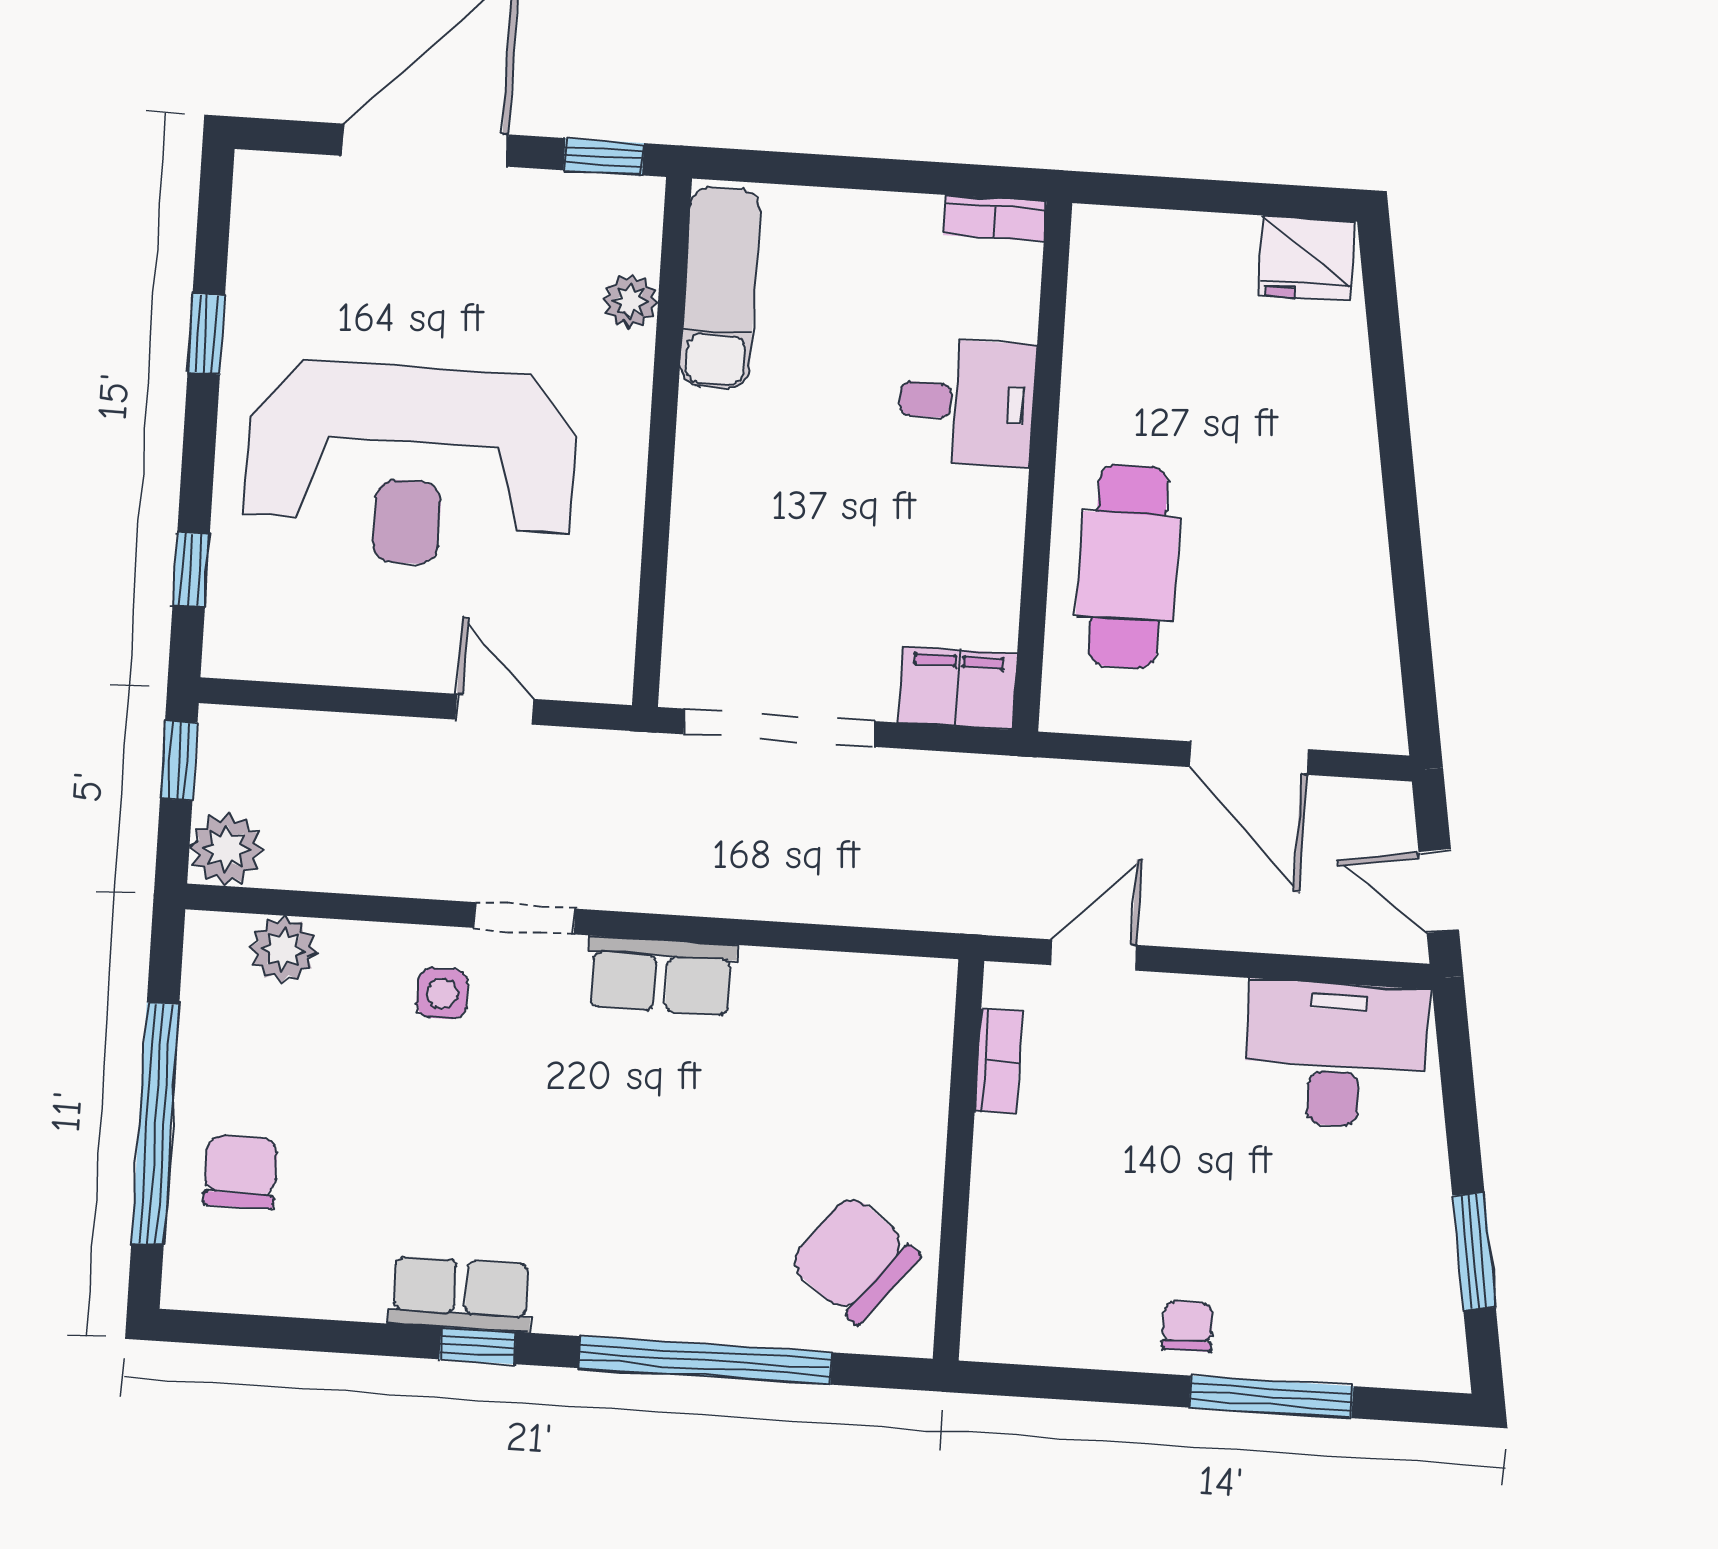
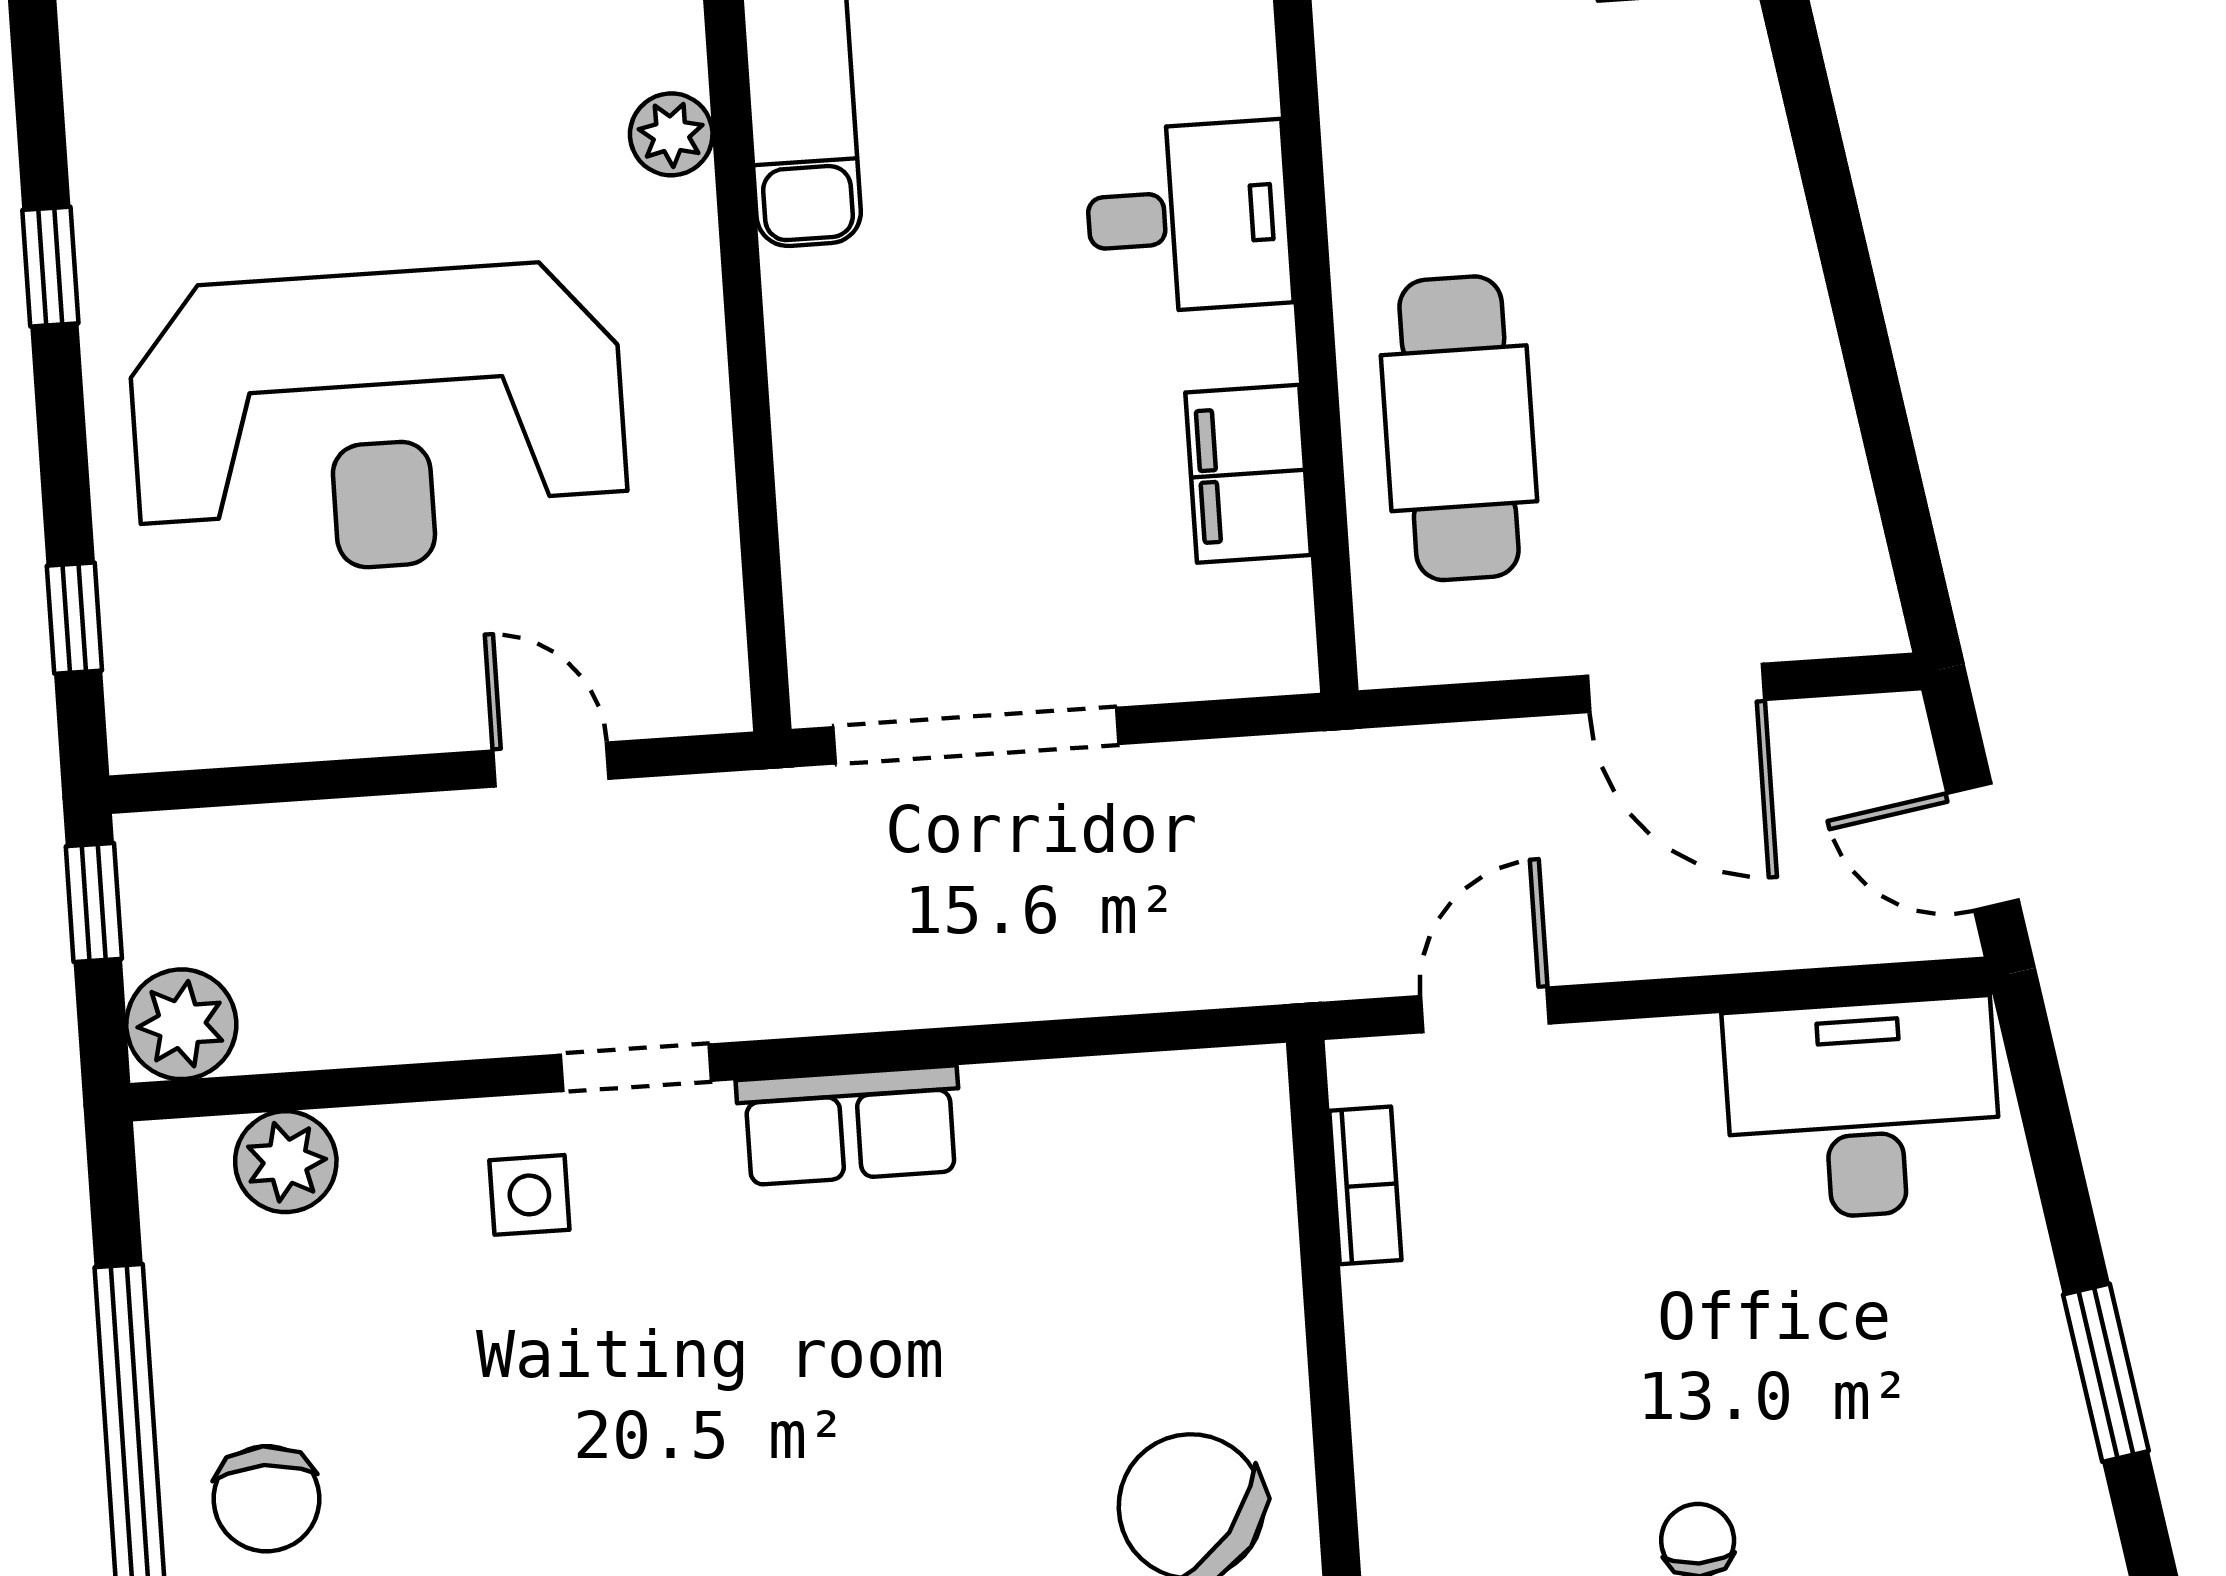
filing cabinet: (957, 688) -> (1248, 474), moved, turned -90
chair: (241, 1172) -> (266, 1499), turned 180

